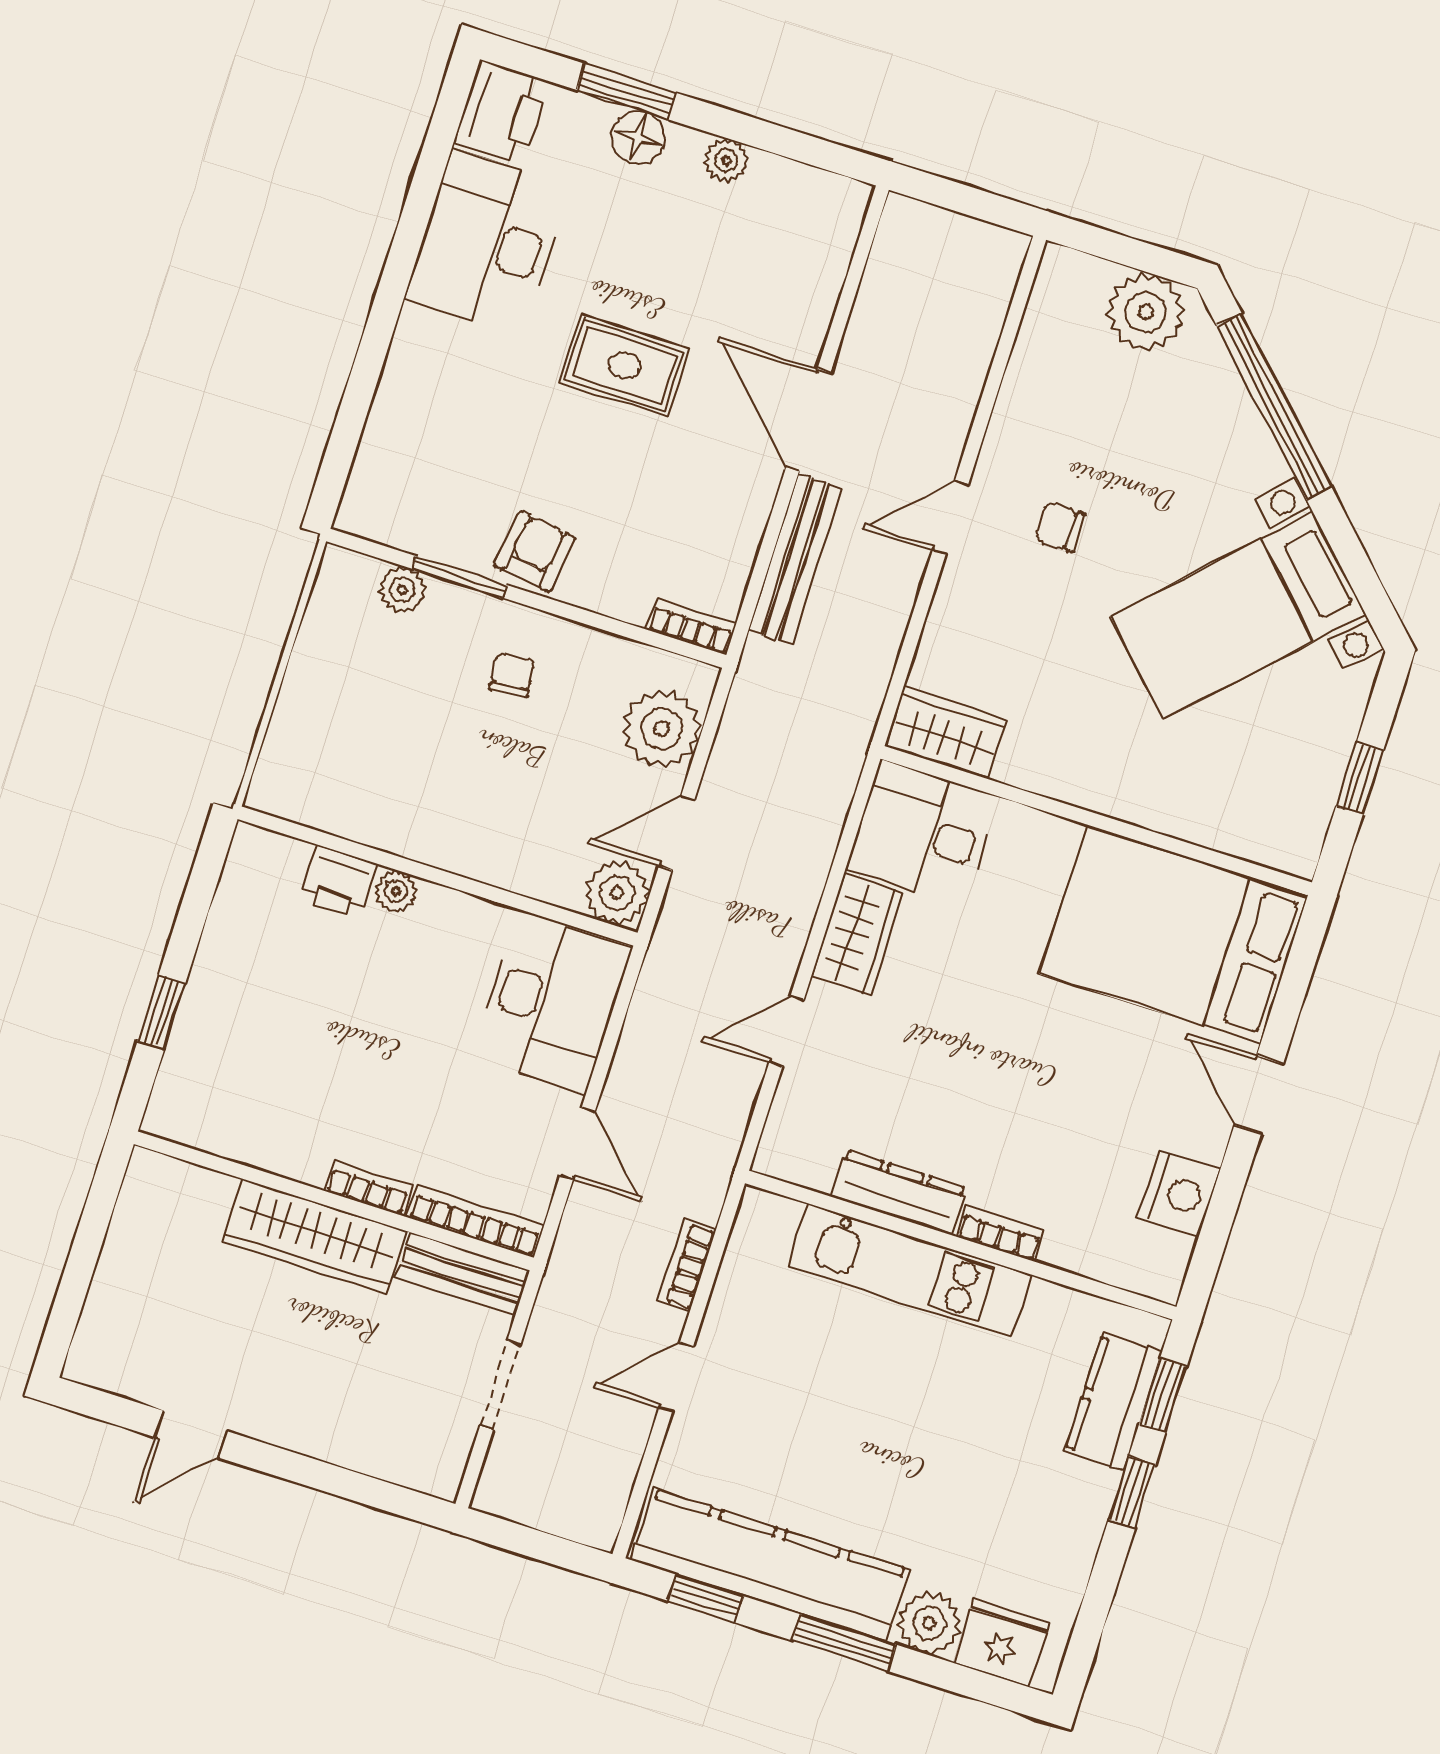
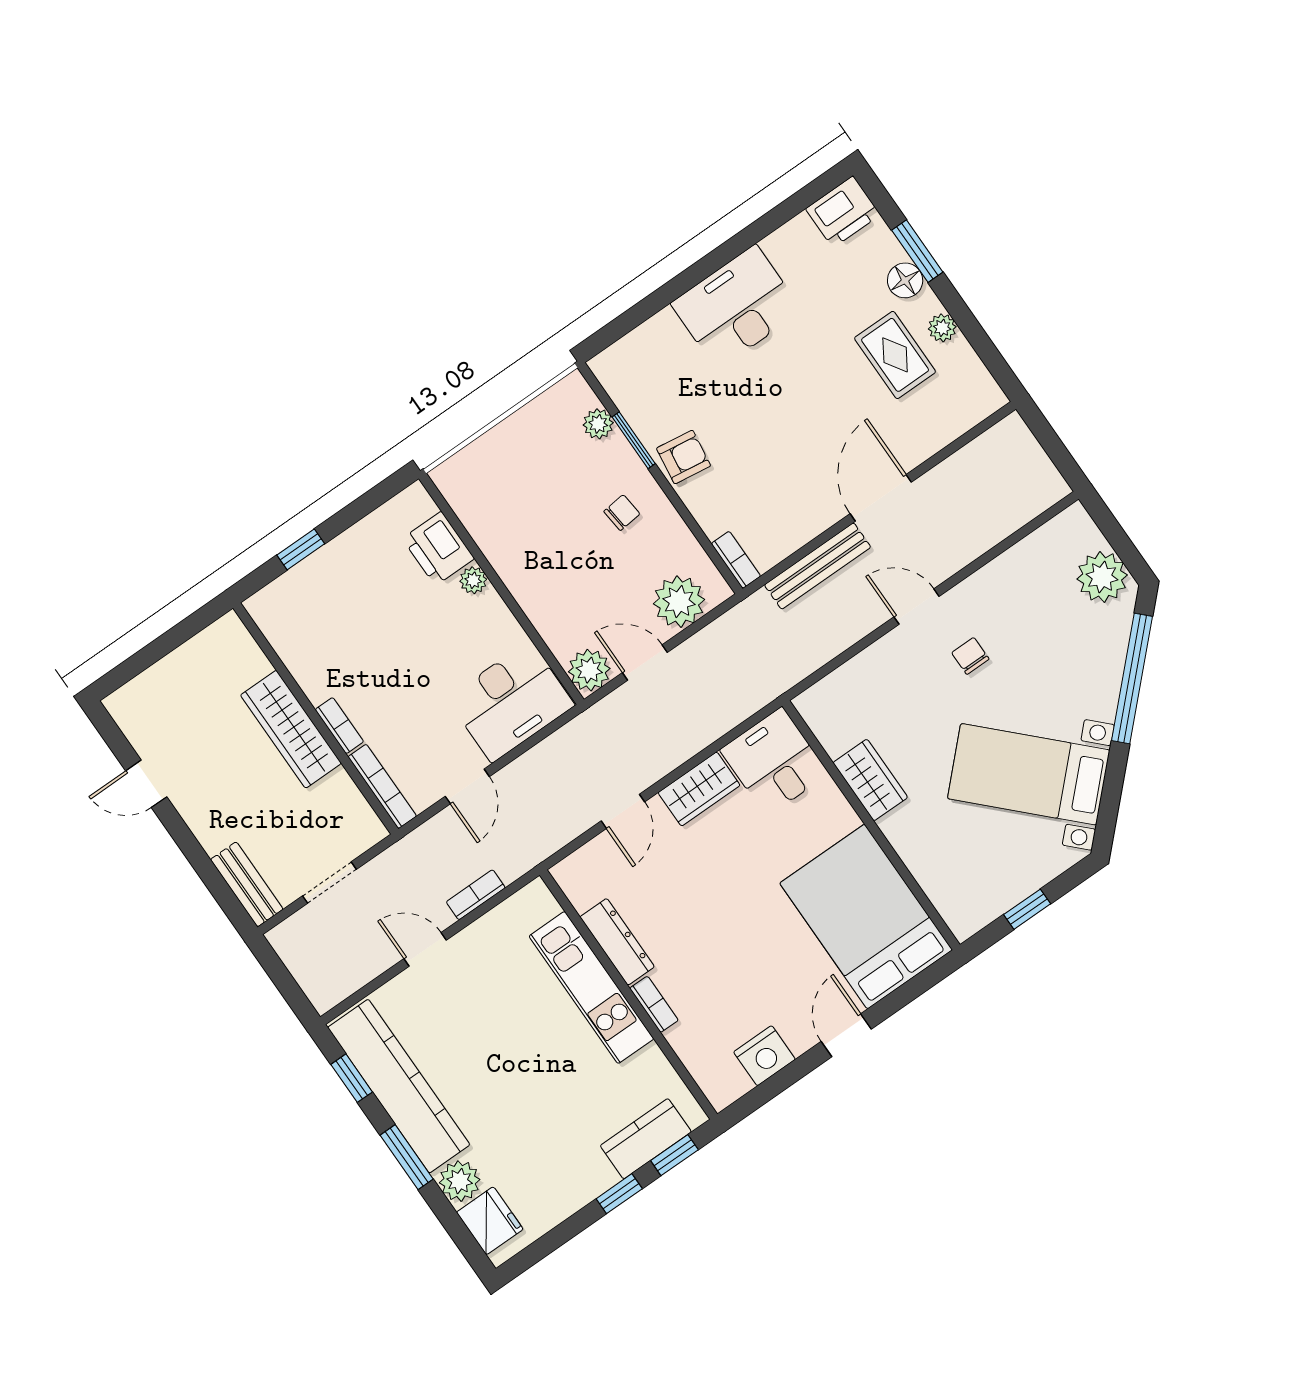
desk: (487, 242) -> (736, 307), moved
rug: (624, 365) -> (895, 355), moved
wardrobe: (946, 733) -> (870, 780), moved
printer: (338, 882) -> (438, 549), width x1.36, depth x1.24
door: (786, 1031) -> (623, 811), swing flipped
bench: (463, 1274) -> (247, 884), moved

